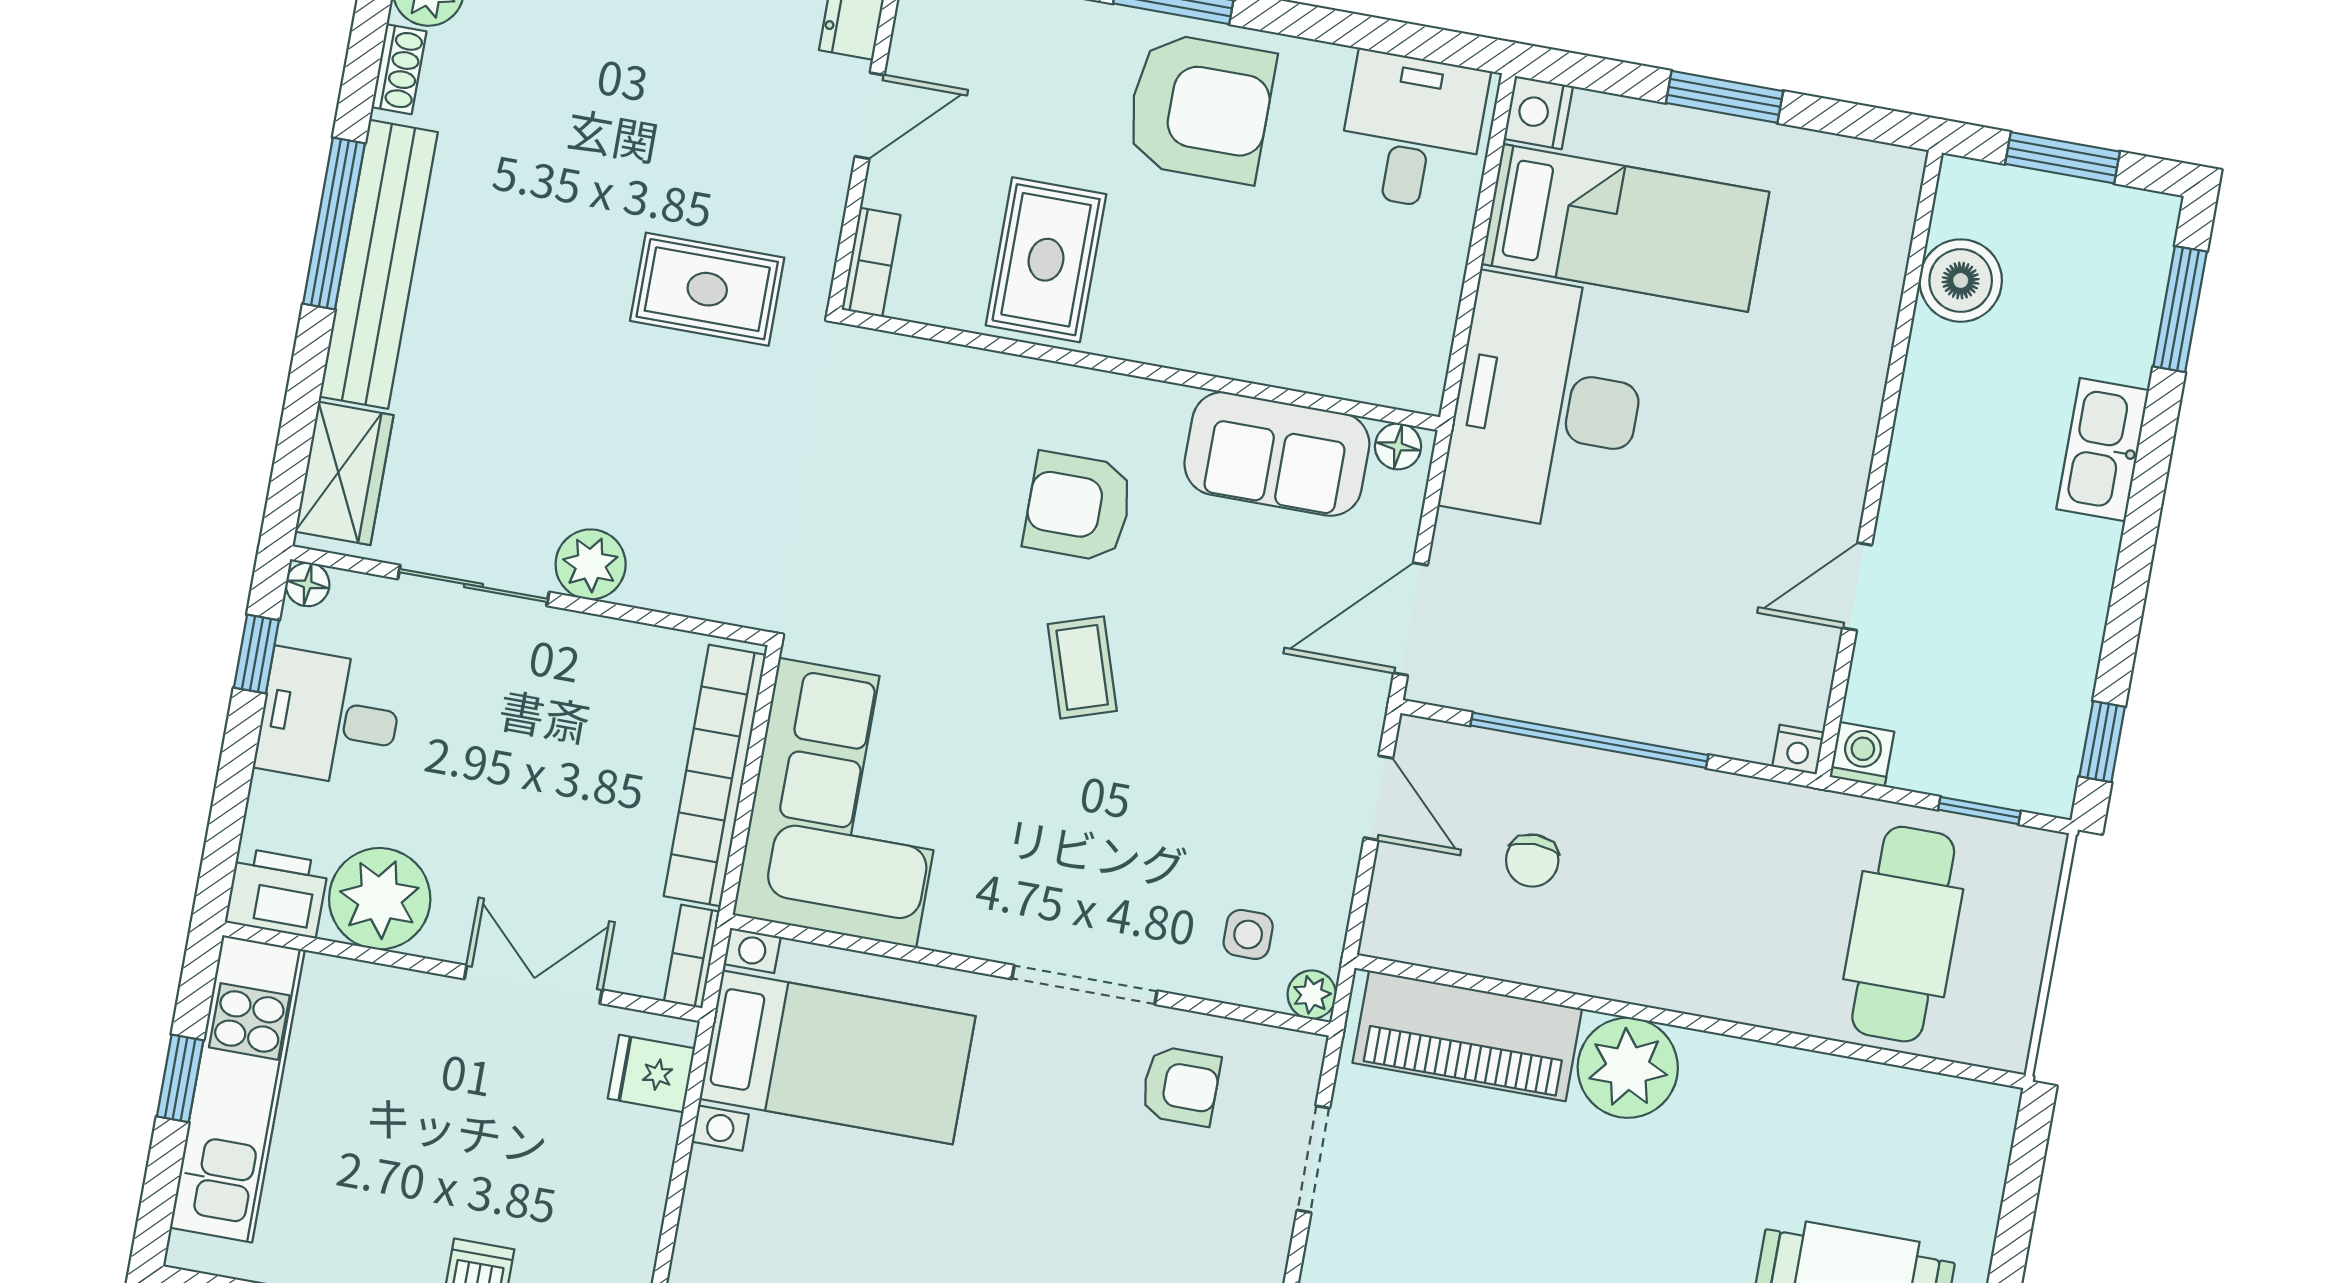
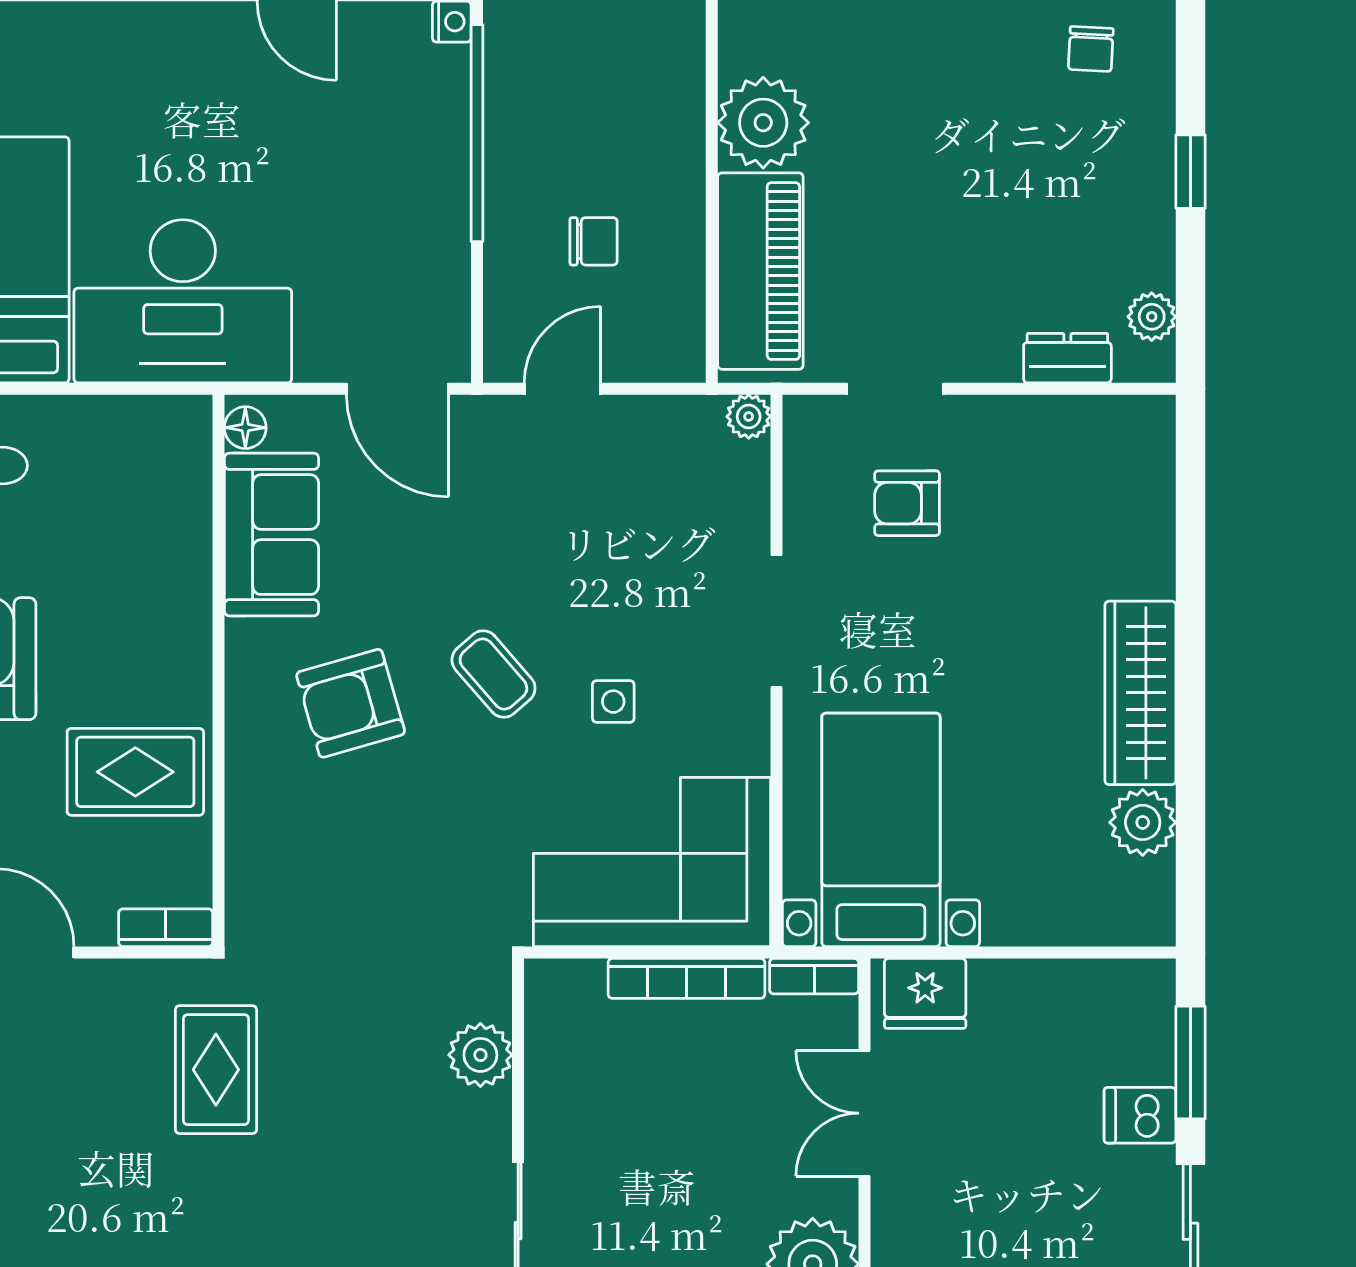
armchair: (1078, 507) -> (351, 703), turned 74
plant: (591, 564) -> (480, 1055), moved
coffee table: (1082, 667) -> (493, 674), turned 67
window: (1589, 740) -> (477, 133), moved
bookcase: (715, 775) -> (686, 978), width x0.68, depth x0.76
side table: (1248, 934) -> (613, 702), moved
fridge: (651, 1073) -> (925, 993), width x1.38
armchair: (1181, 1086) -> (907, 503), moved, turned -90

